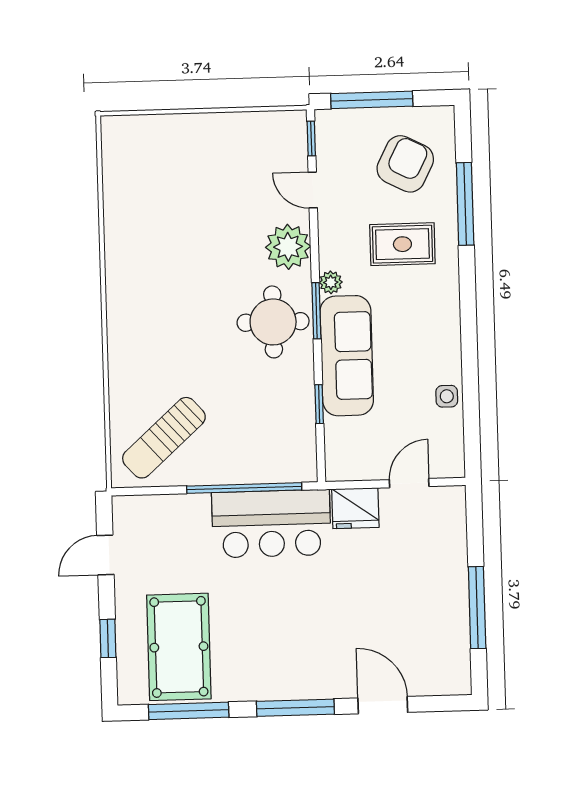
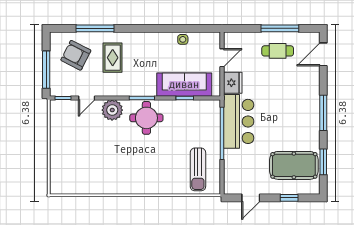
plant: (331, 282) -> (129, 91), removed
sofa: (347, 356) -> (184, 85), moved
sun lounger: (164, 438) -> (198, 169), turned 42
door: (409, 483) -> (222, 58), swing flipped
door: (105, 555) -> (251, 198), hinge flipped
cafe table: (428, 604) -> (278, 51), added
door: (383, 705) -> (323, 54), moved
window: (189, 711) -> (323, 162), width x0.69

